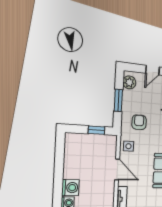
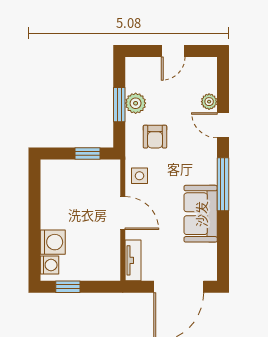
plant: (129, 82) -> (136, 103), moved
armchair: (139, 122) -> (155, 137), turned 180

